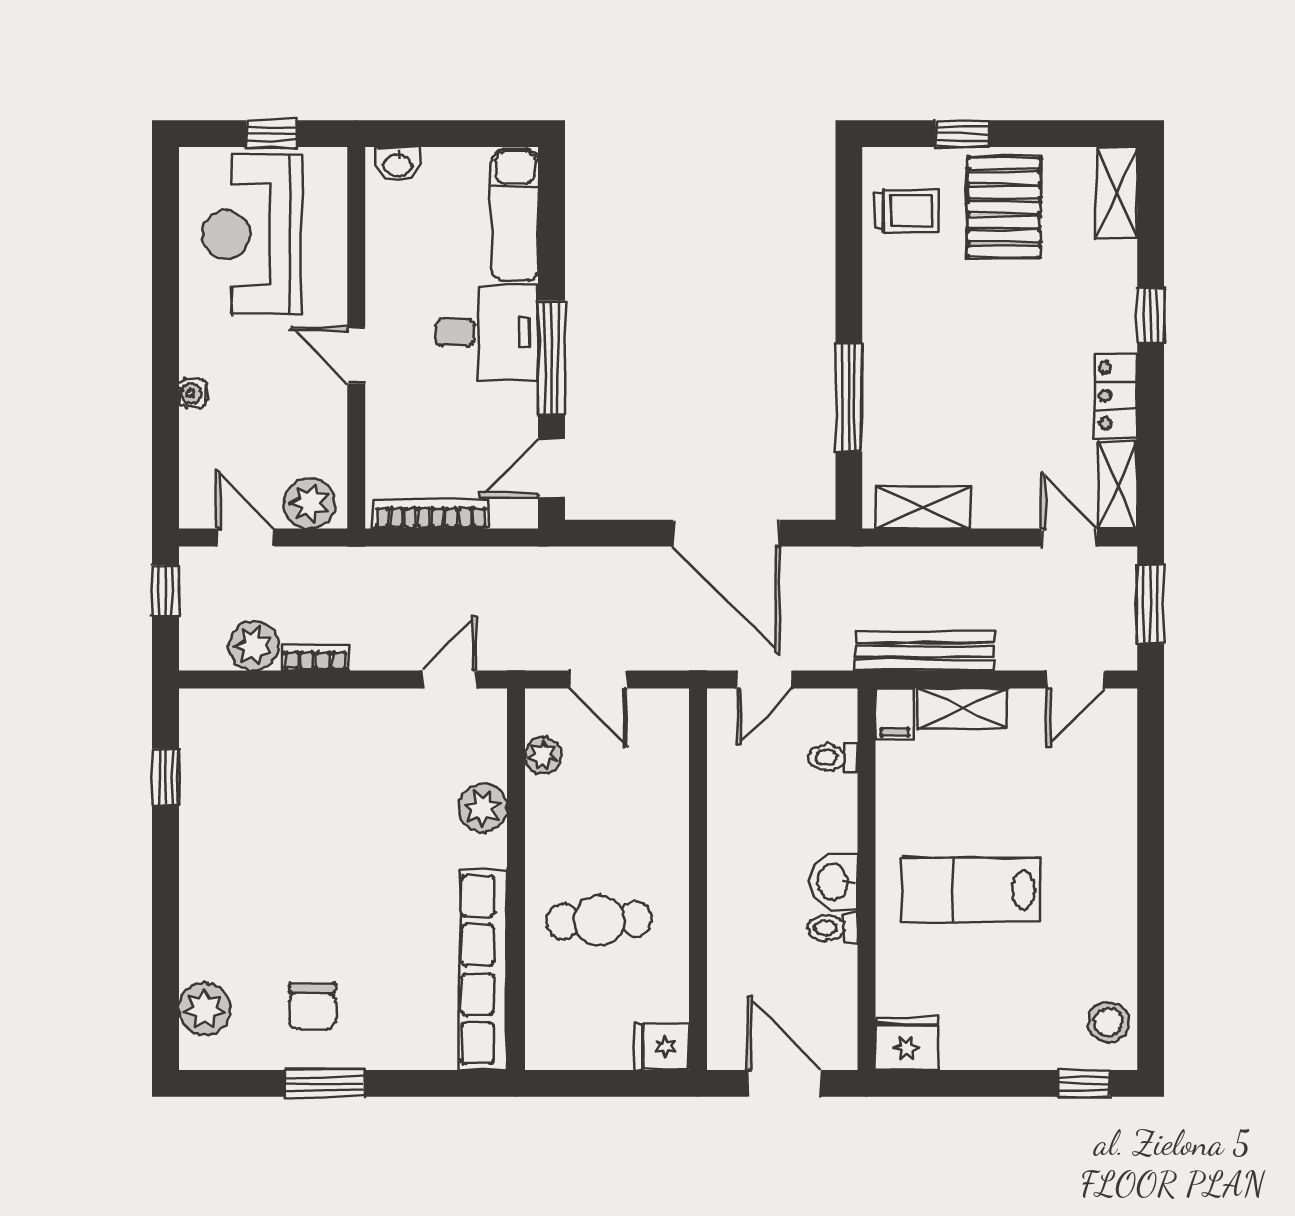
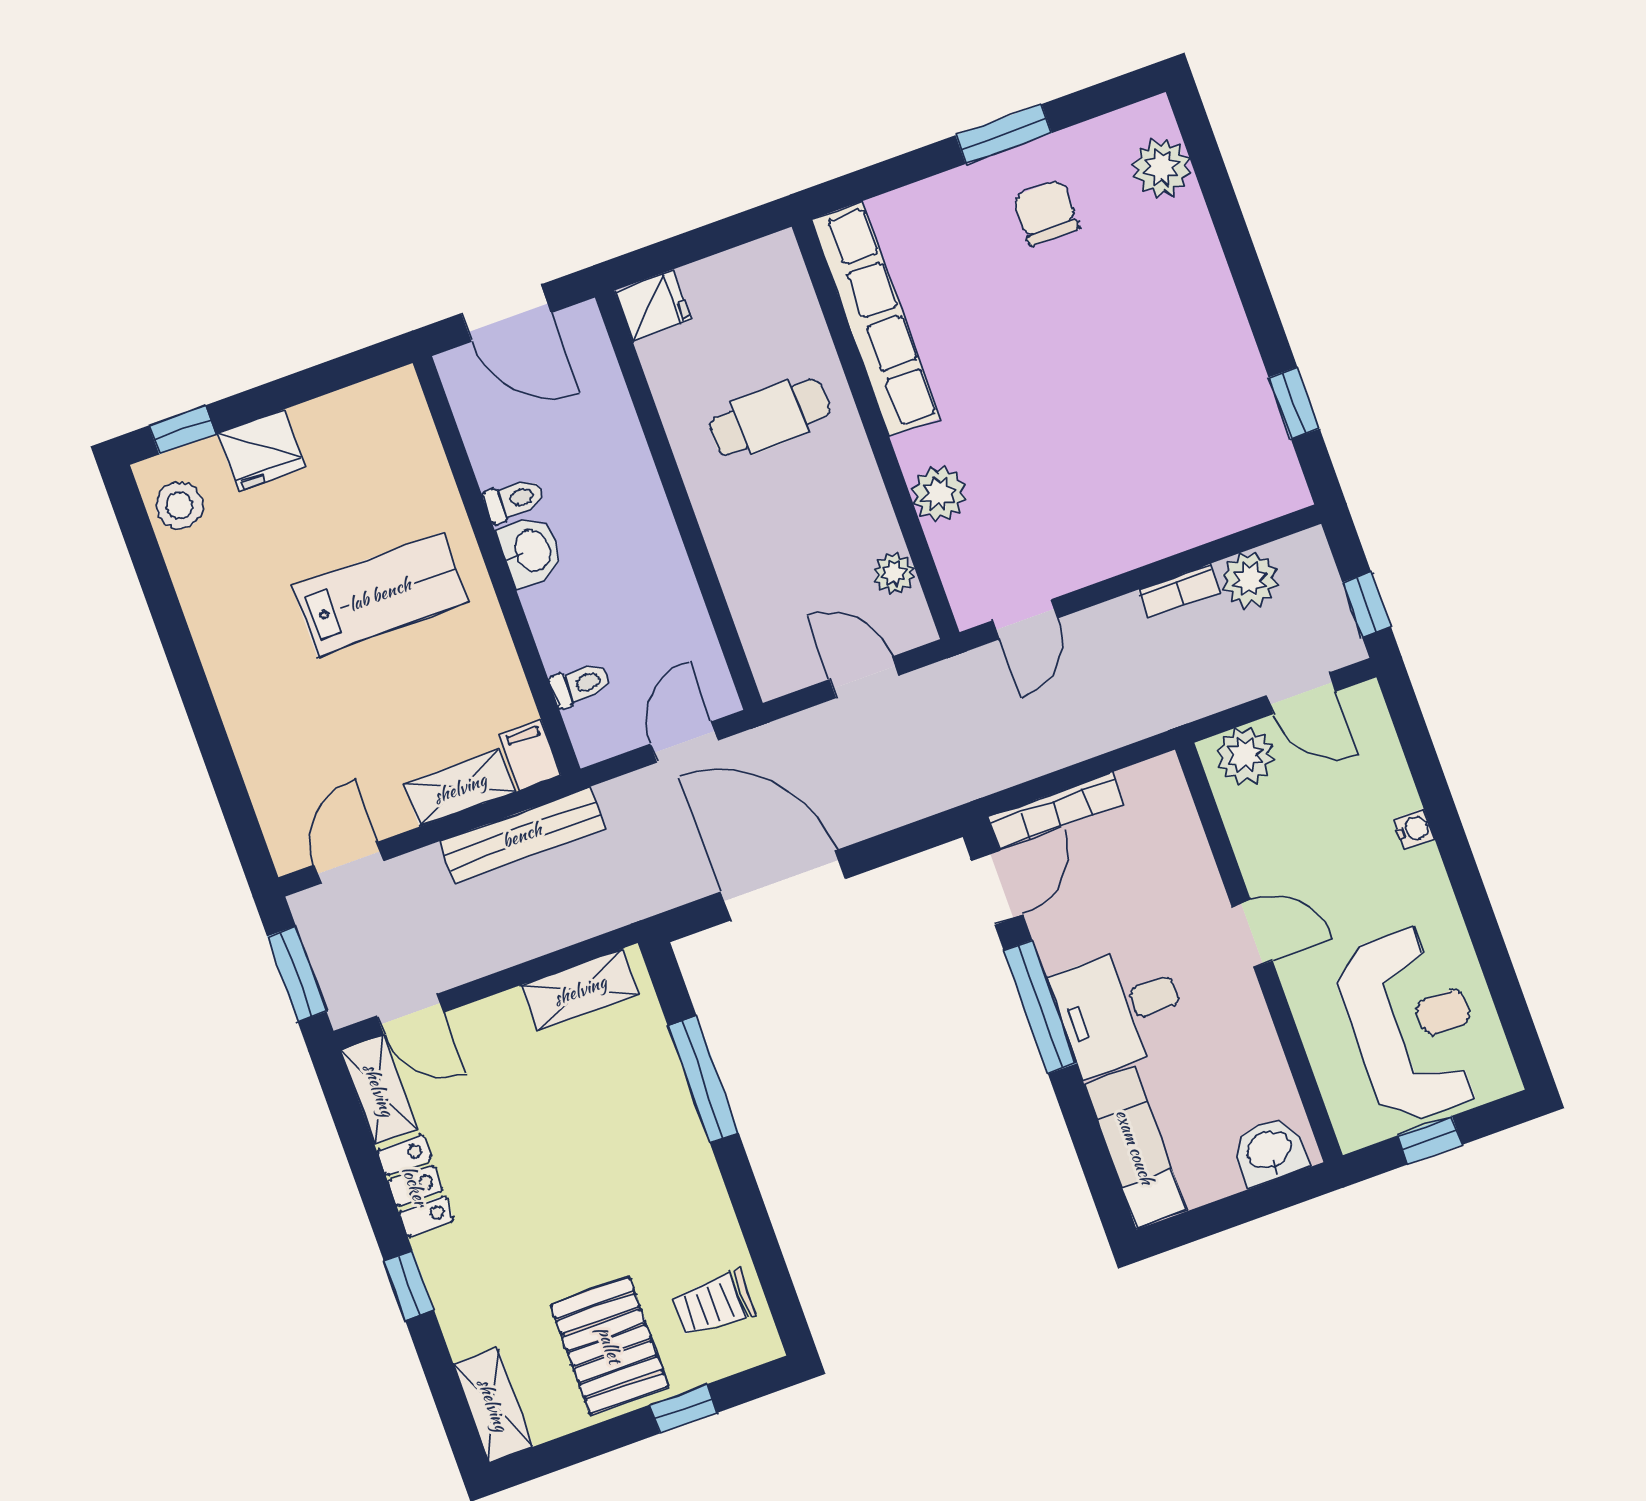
washbasin: (398, 164) -> (1270, 1151), width x1.38, depth x1.45
bookcase: (431, 514) -> (1056, 811), moved
fridge: (907, 1043) -> (261, 450), moved

